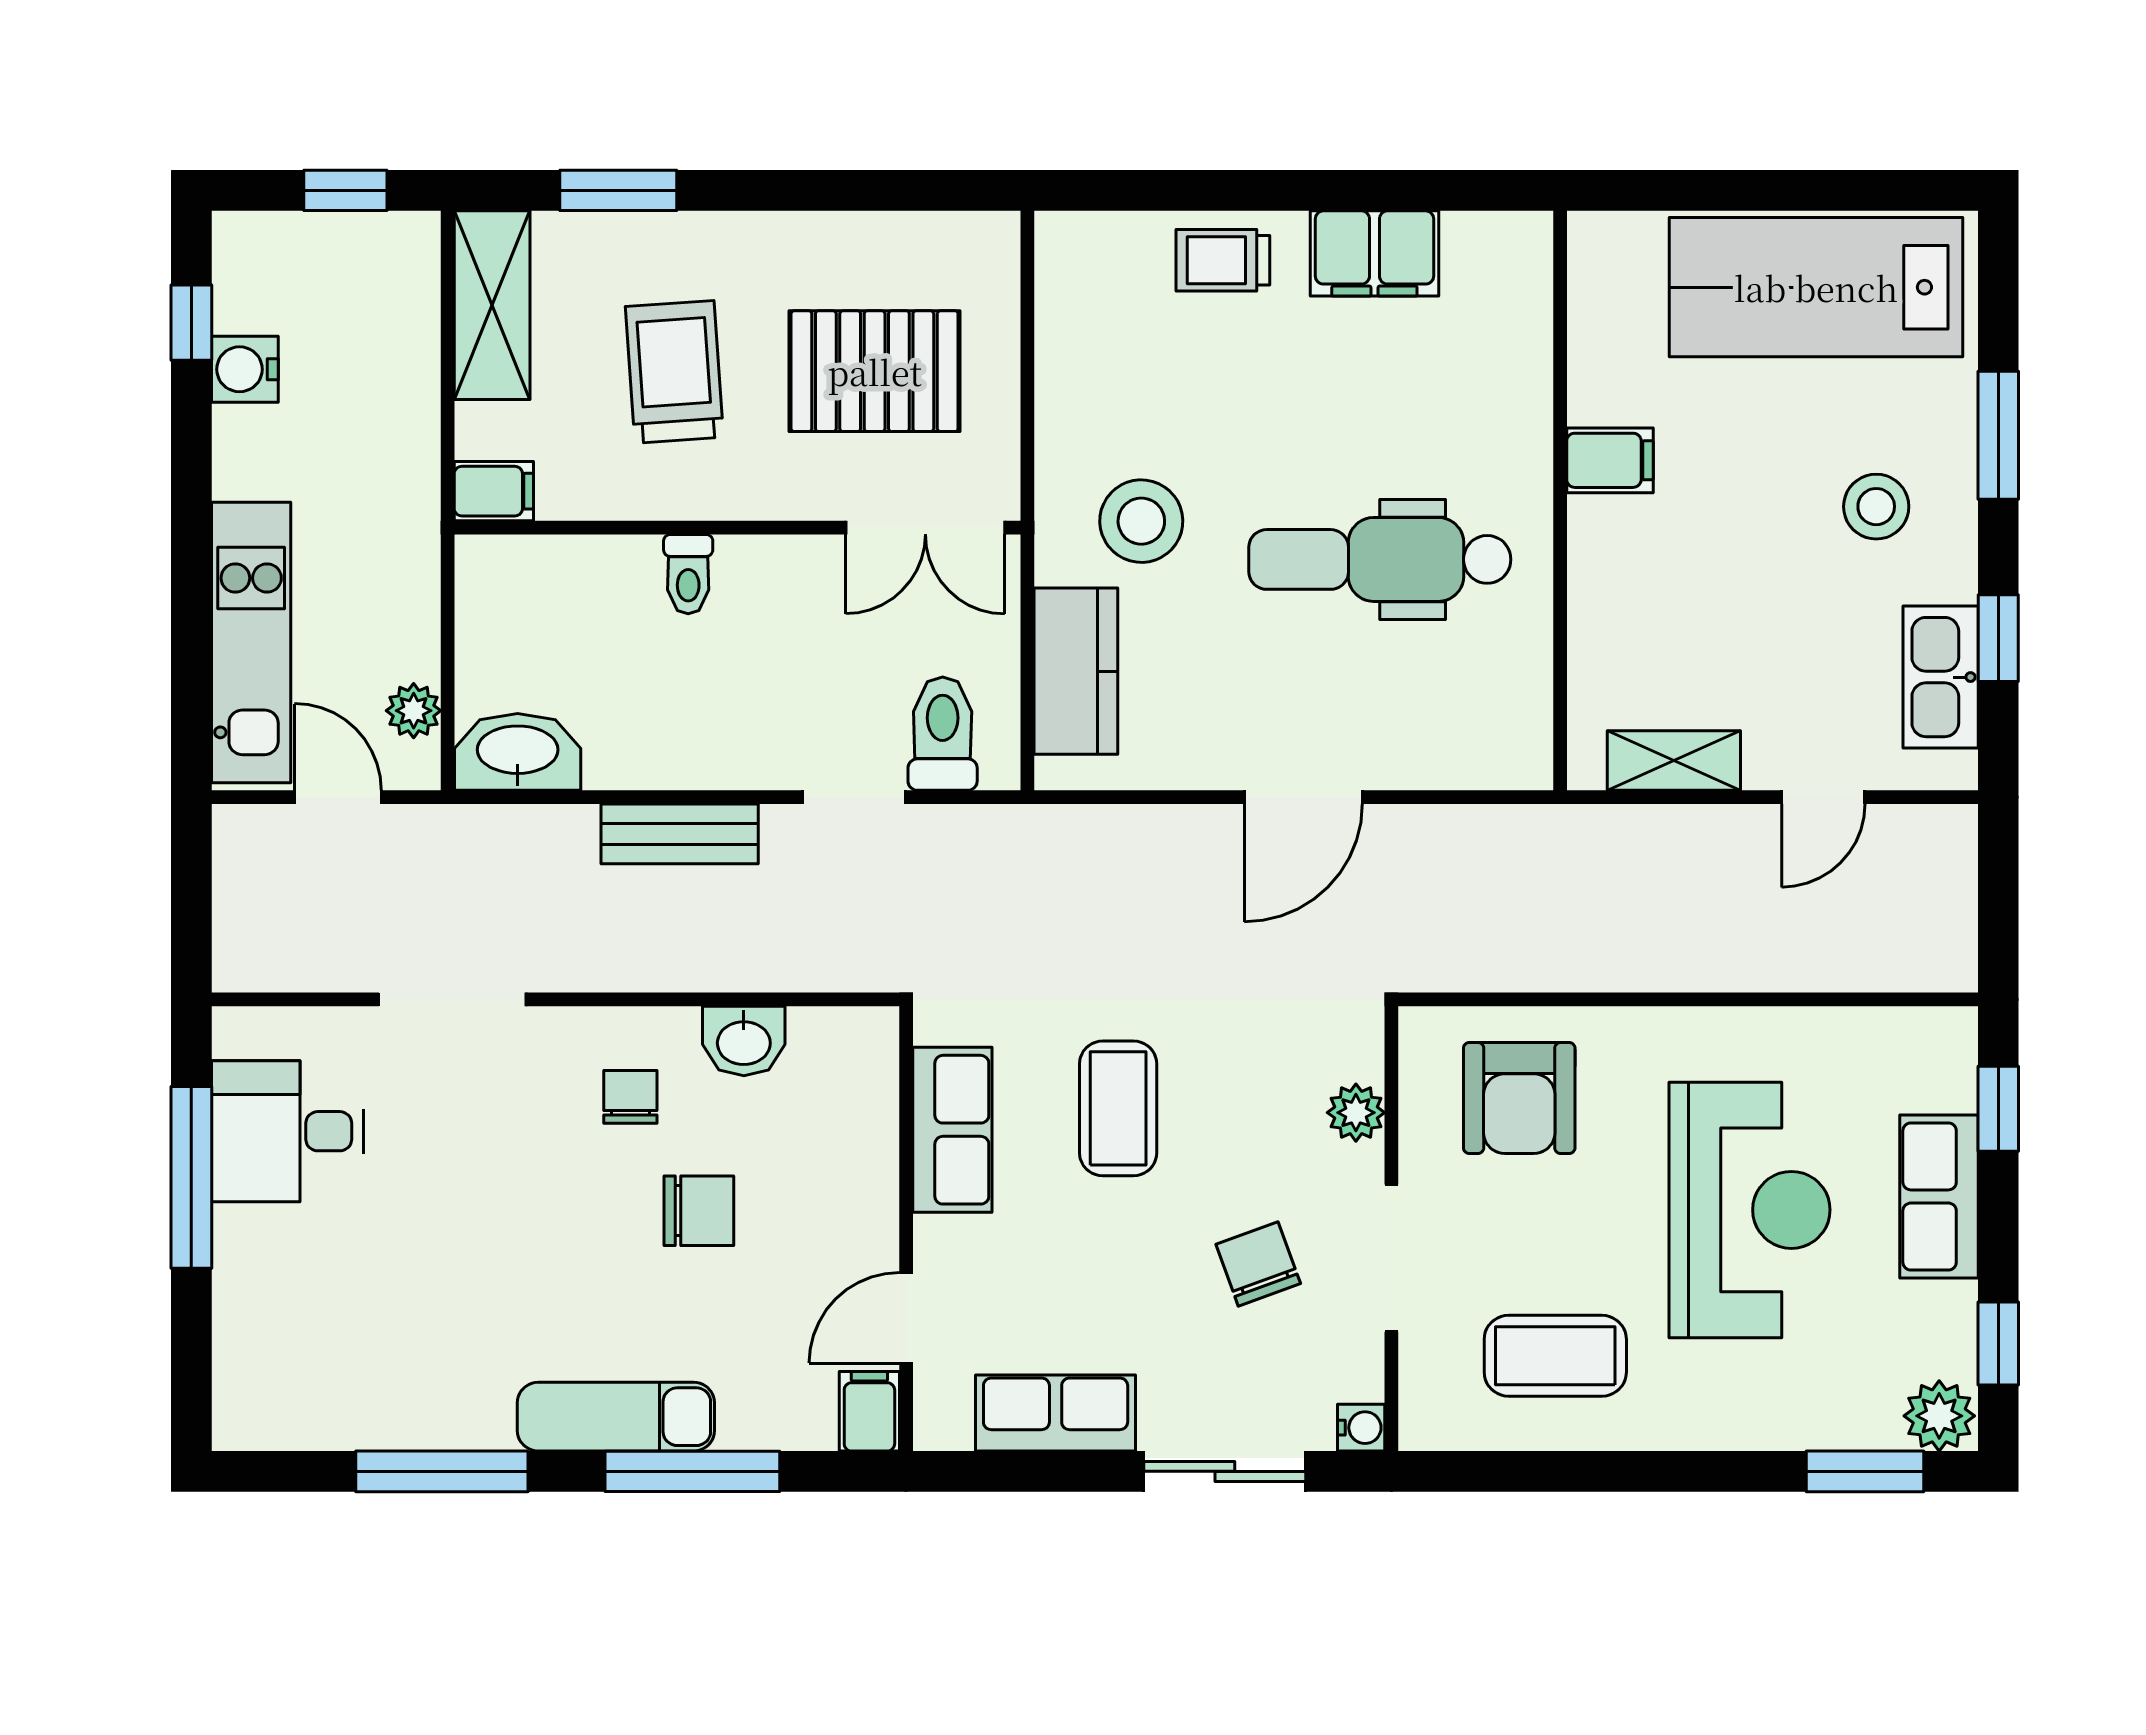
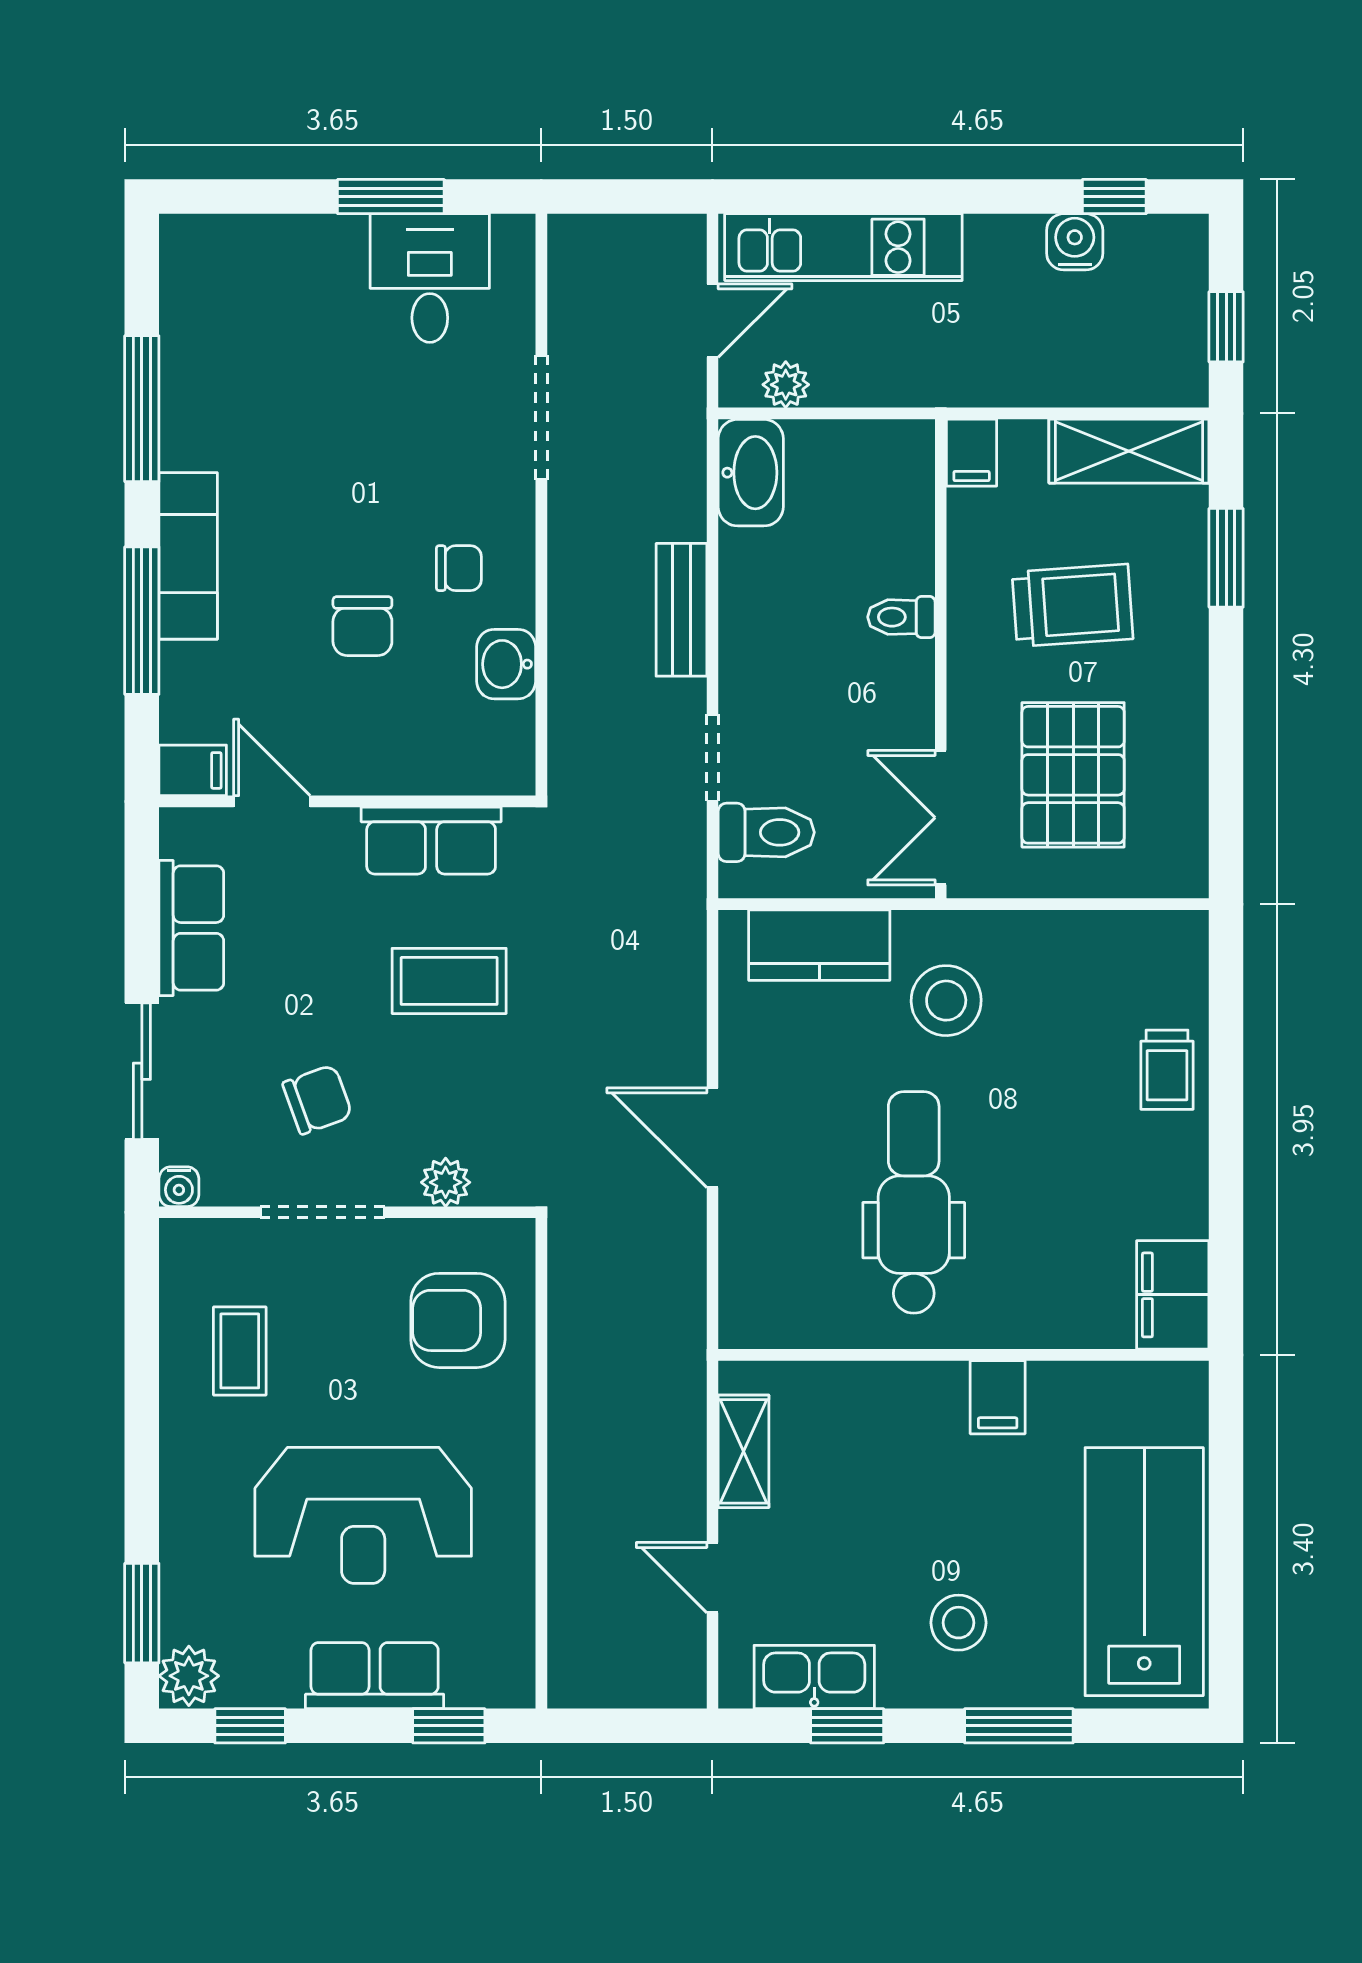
filing cabinet: (1374, 253) -> (1173, 1295), moved
trolley: (1223, 260) -> (1167, 1070), turned 180
window: (191, 1177) -> (391, 197), width x0.69
coffee table: (1555, 1356) -> (240, 1351), width x0.73, depth x0.77

